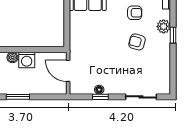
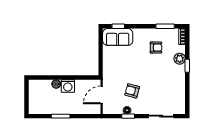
armchair: (137, 42) -> (132, 91), moved
door: (68, 71) -> (102, 95), hinge flipped

